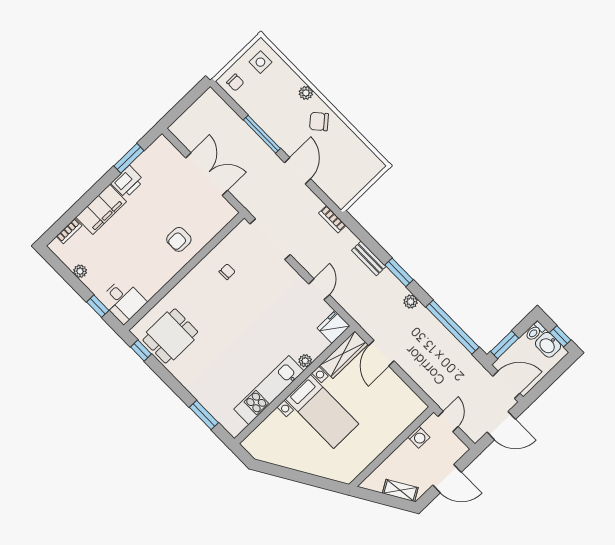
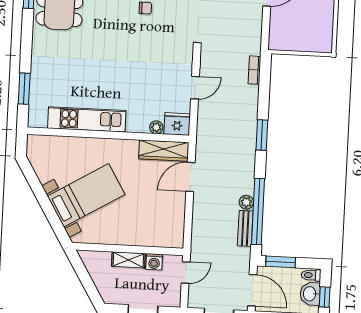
bookcase: (332, 219) -> (254, 70), moved
bench: (369, 258) -> (245, 228), moved
plant: (411, 302) -> (246, 202), moved
plant: (305, 361) -> (156, 127), moved
bed with nightstands: (322, 411) -> (86, 195), moved, turned -121
shelving: (400, 490) -> (128, 260), moved, turned -59

